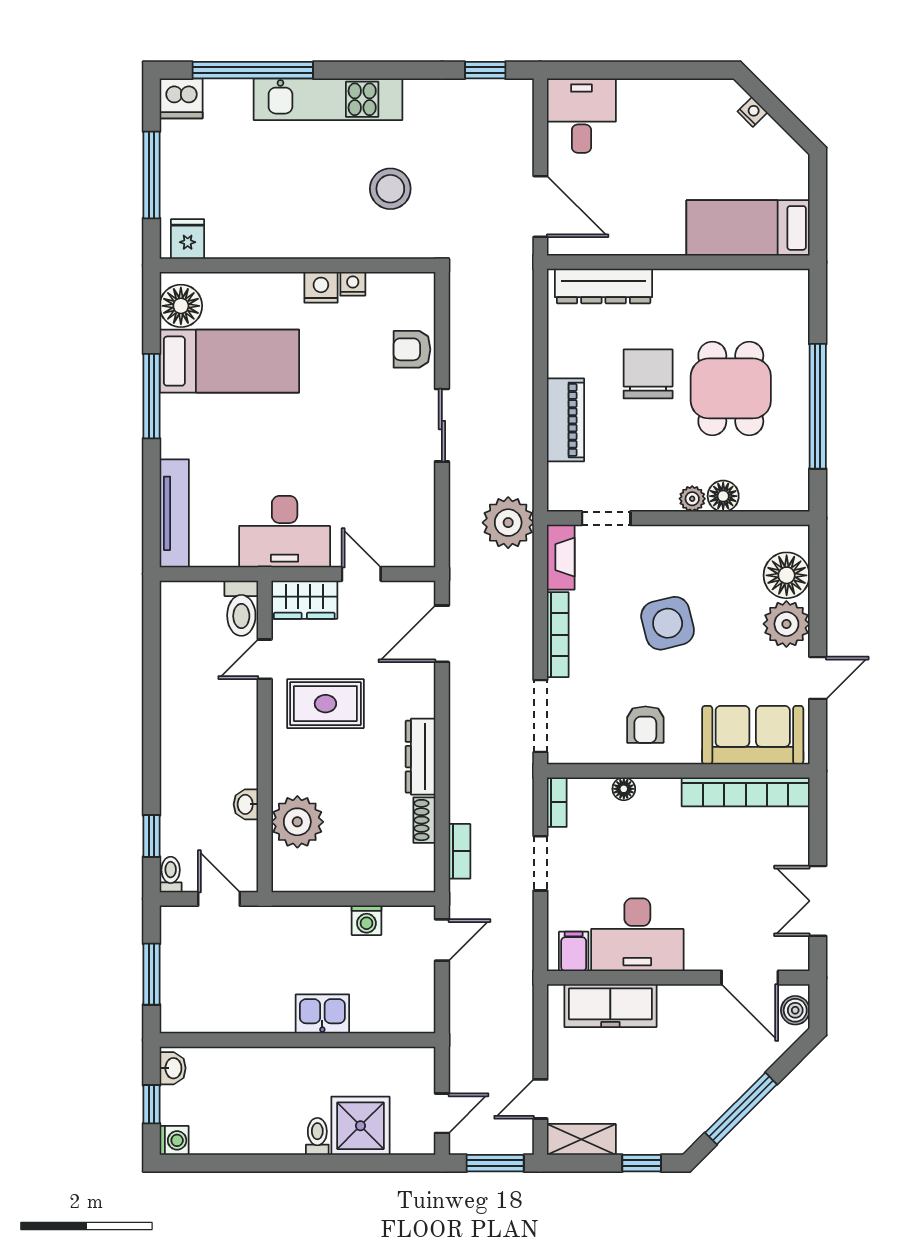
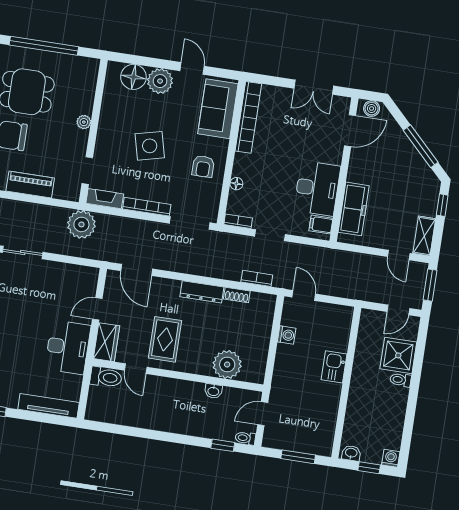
floor lamp: (723, 496) -> (85, 105), removed
armchair: (645, 725) -> (203, 166), turned 90
door: (442, 1113) -> (398, 310), swing flipped

